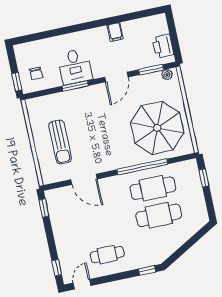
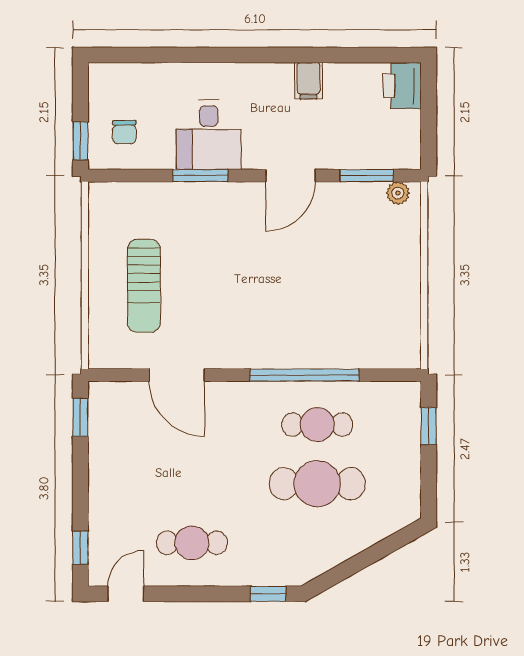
printer: (163, 46) -> (402, 86), moved
parasol: (157, 128) -> (353, 300), removed
cafe table: (153, 188) -> (317, 425), width x0.73, depth x0.74

